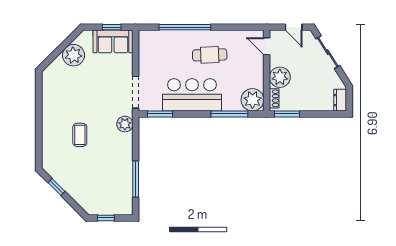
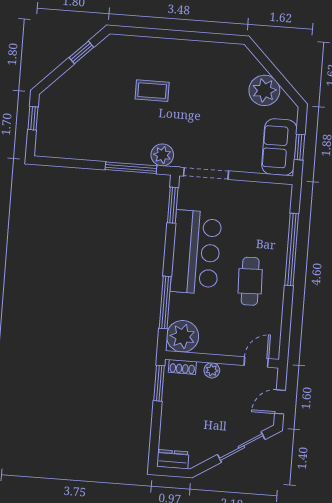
plant: (280, 77) -> (212, 370), width x0.53, depth x0.53
window: (136, 179) -> (131, 168), moved

